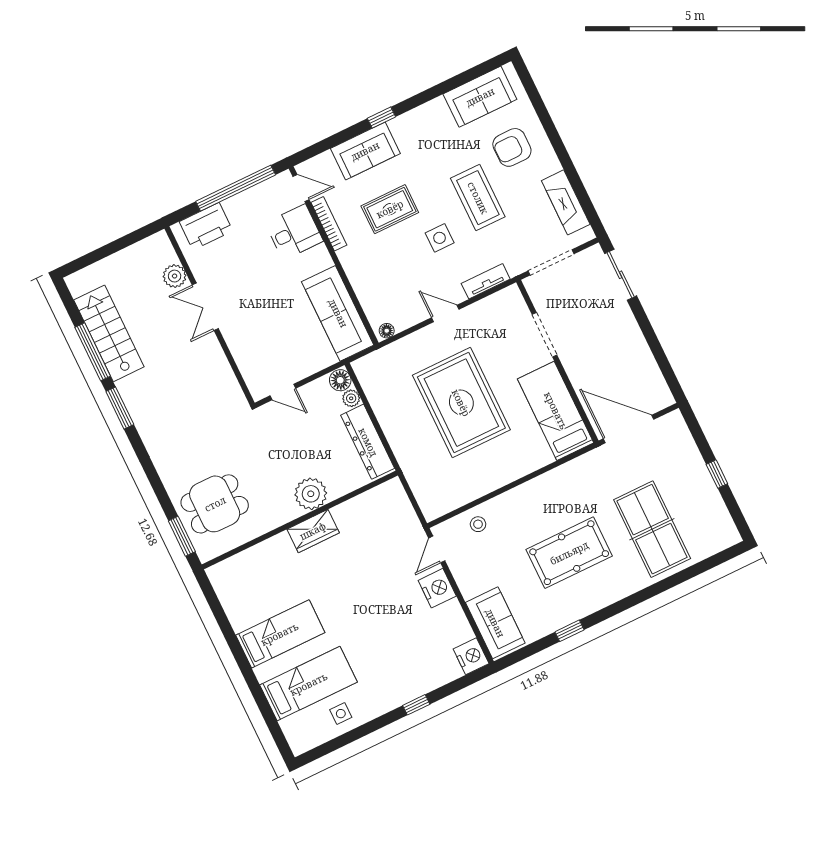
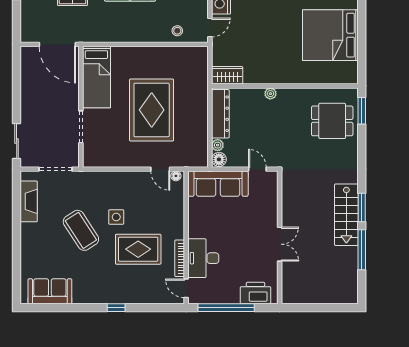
armchair: (512, 147) -> (45, 251), removed
sofa: (365, 151) -> (136, 292), removed
coffee table: (478, 198) -> (81, 230), turned -33
rug: (390, 209) -> (138, 249), width x1.36, depth x1.43
desk: (294, 232) -> (203, 258), width x1.37
plant: (175, 276) -> (289, 272), removed
tv unit: (486, 281) -> (101, 177), removed
sofa: (338, 313) -> (218, 184), moved, turned 90
door: (445, 313) -> (160, 169), moved
stairs: (109, 333) -> (346, 215), moved
plant: (311, 494) -> (270, 94), width x0.53, depth x0.53
wardrobe: (313, 531) -> (227, 75), moved
bed: (280, 634) -> (330, 35), width x2.04

